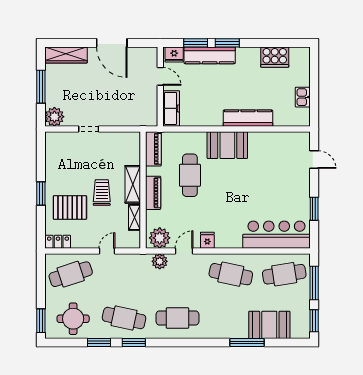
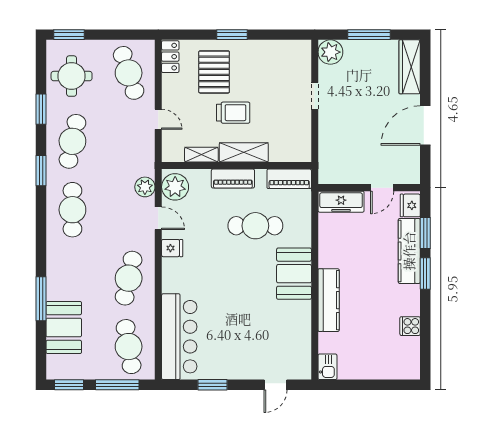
cooker: (275, 57) -> (410, 326), width x0.53, depth x0.76
kitchen sink: (303, 97) -> (327, 367), moved, turned 90
window: (134, 343) -> (41, 171), moved

